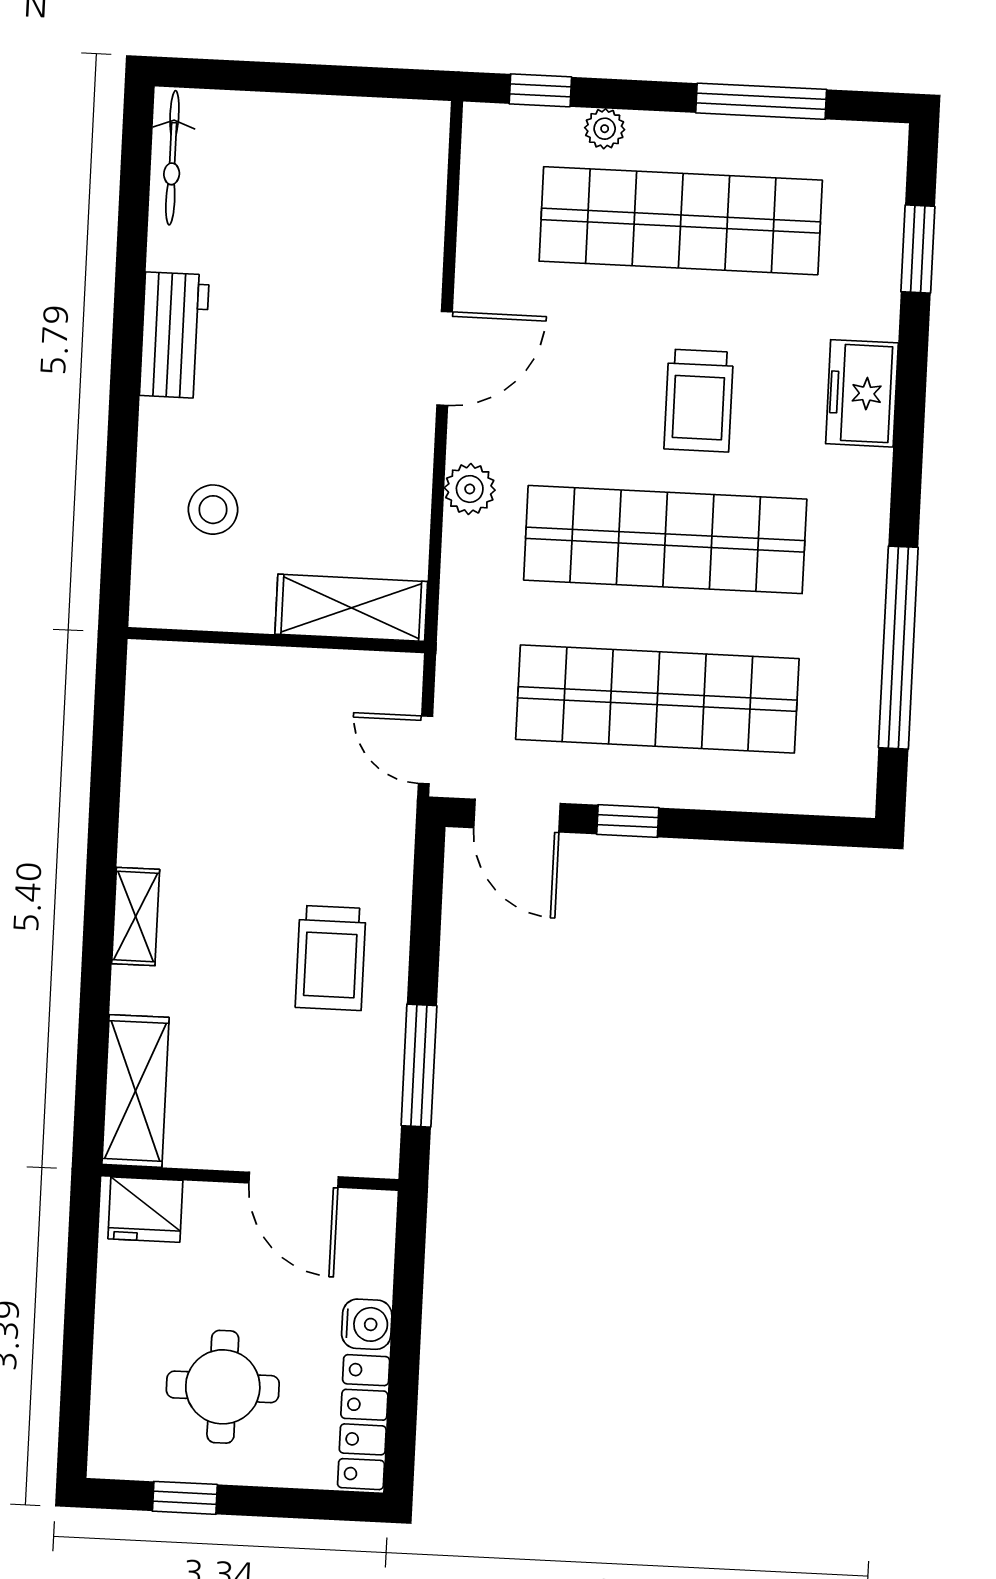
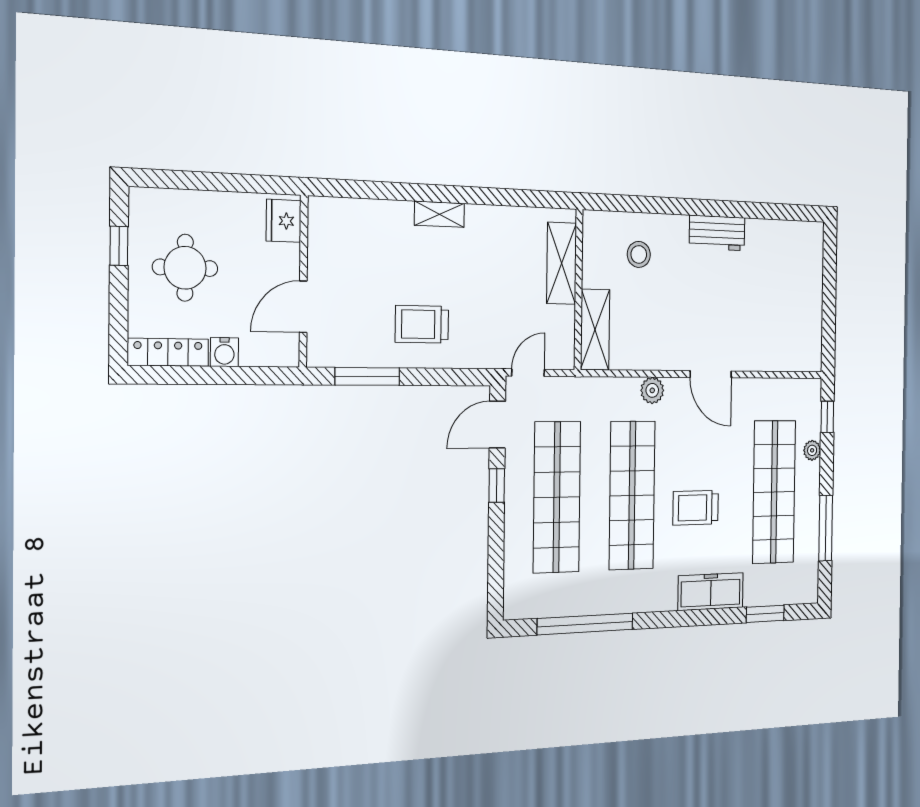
bicycle: (172, 158) -> (794, 231), removed
freezer: (862, 393) -> (711, 592), width x1.40
shelving: (135, 1091) -> (562, 263), moved, turned 90

